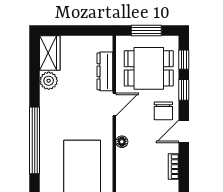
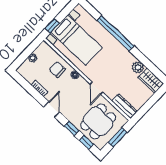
dresser: (105, 71) -> (125, 106), moved
chair: (163, 111) -> (57, 69), moved

